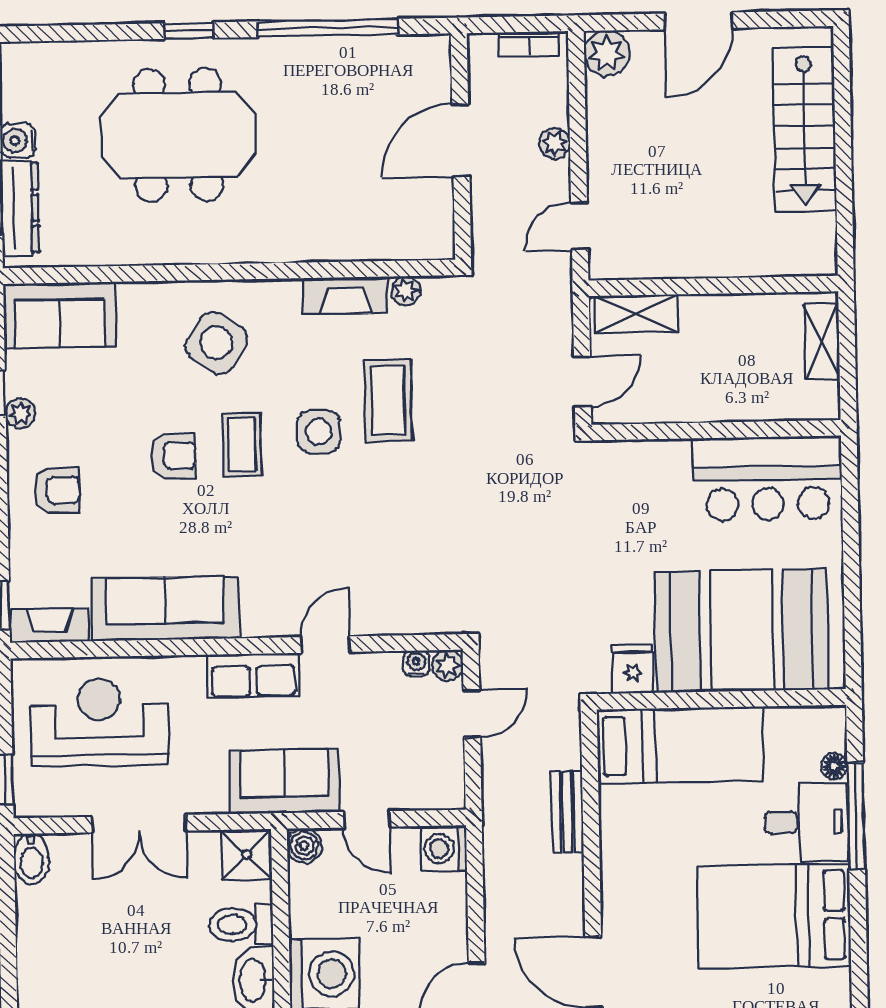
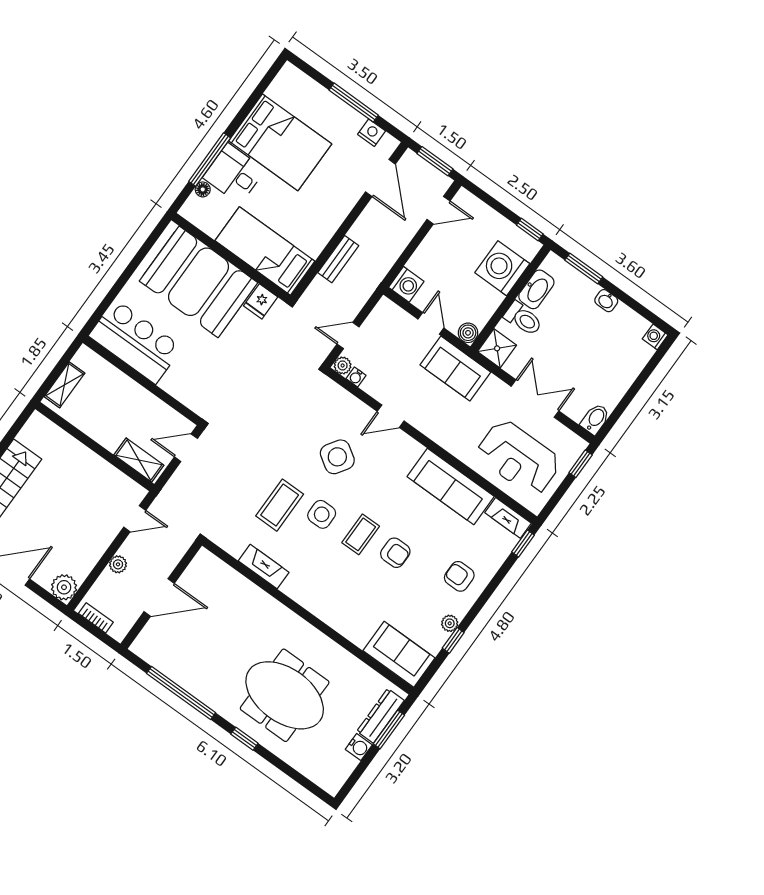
plant: (406, 291) -> (235, 548), removed
side table: (216, 343) -> (337, 457), moved
armchair: (173, 456) -> (395, 553), turned 180
row of seats: (253, 676) -> (434, 427), removed

